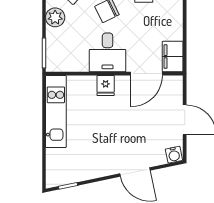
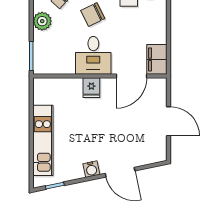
kitchen unit: (56, 111) -> (43, 140), moved
water cooler: (174, 155) -> (91, 169), moved

